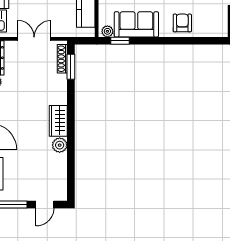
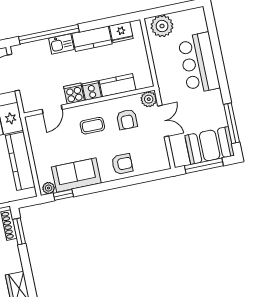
armchair: (182, 23) -> (122, 164), turned 90

